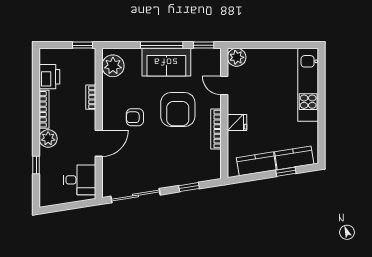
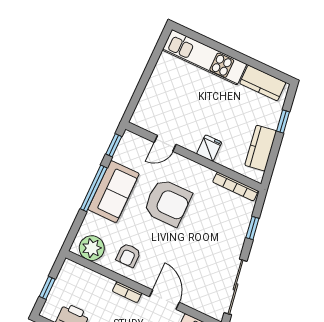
window: (82, 45) -> (47, 288), moved
plant: (237, 57) -> (142, 117), removed
bookcase: (91, 97) -> (127, 292), moved
armchair: (135, 117) -> (128, 255), moved
bookcase: (216, 129) -> (235, 186), moved
kitchen counter: (294, 158) -> (263, 83), moved, turned -81

